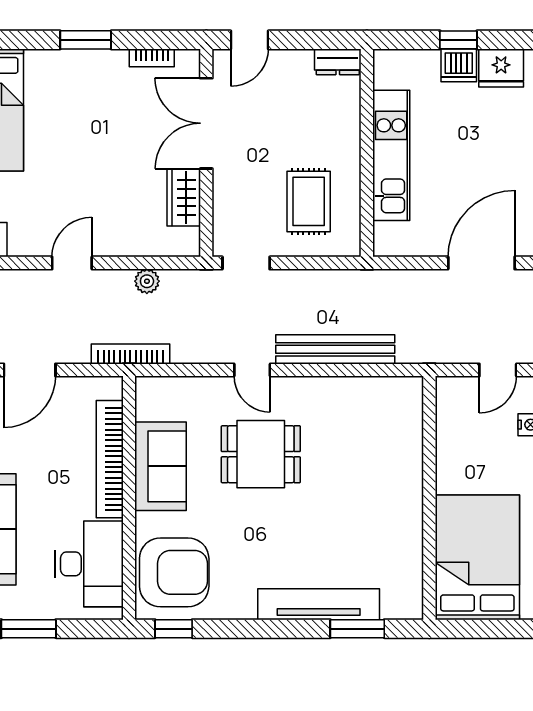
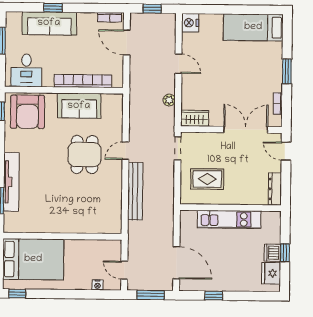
dresser: (338, 62) -> (275, 189), width x1.44
wardrobe: (184, 198) -> (195, 118), moved
bookcase: (130, 354) -> (134, 92), removed
desk: (89, 564) -> (26, 70), width x0.73

